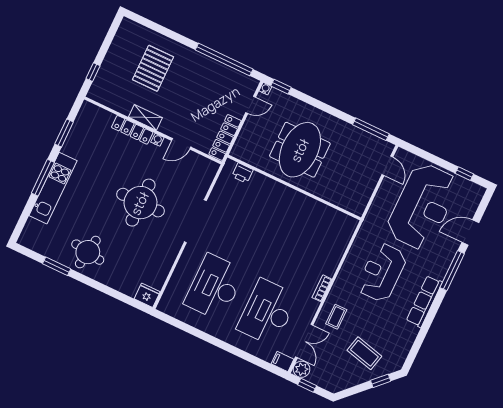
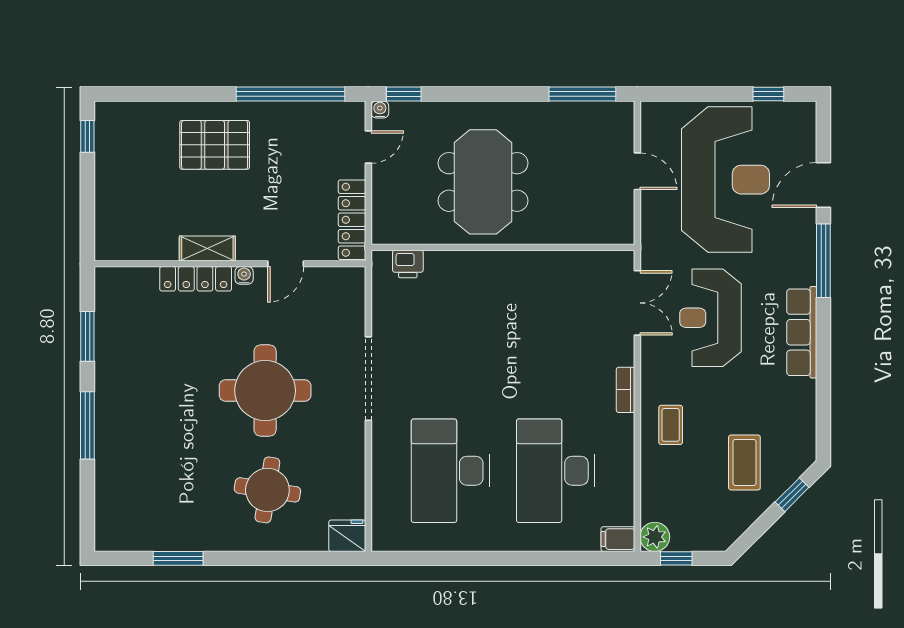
pallet: (153, 68) -> (215, 145), moved, turned 90
window: (93, 72) -> (87, 136), moved
door: (387, 166) -> (637, 171), moved
kitchen unit: (53, 188) -> (112, 434), removed
round table: (88, 252) -> (267, 490), moved
double door: (304, 341) -> (637, 303), moved
coffee table: (364, 353) -> (744, 462), turned 76

